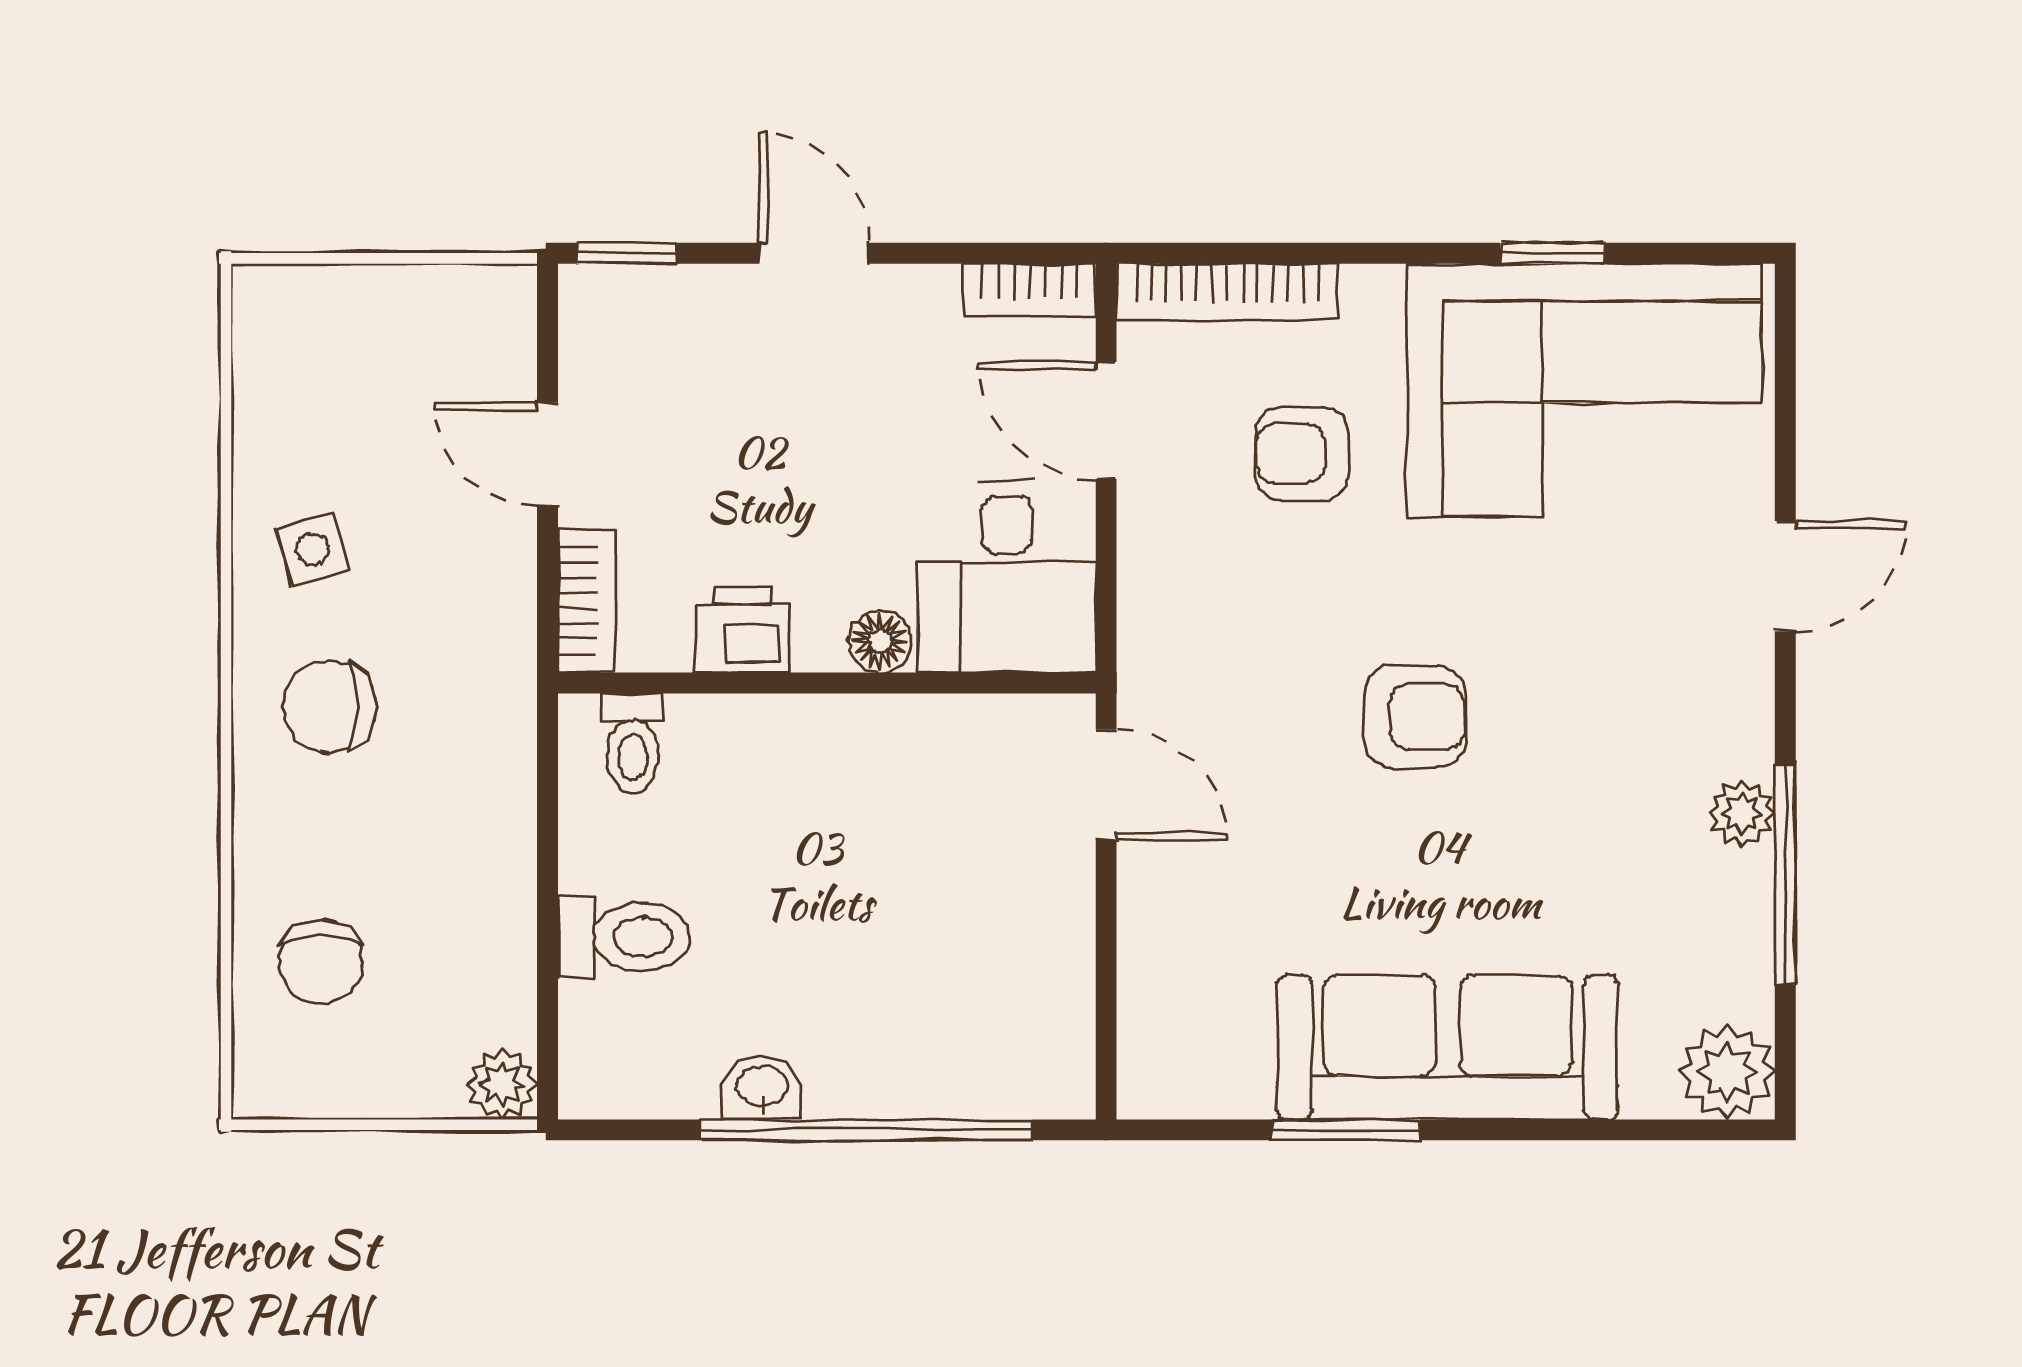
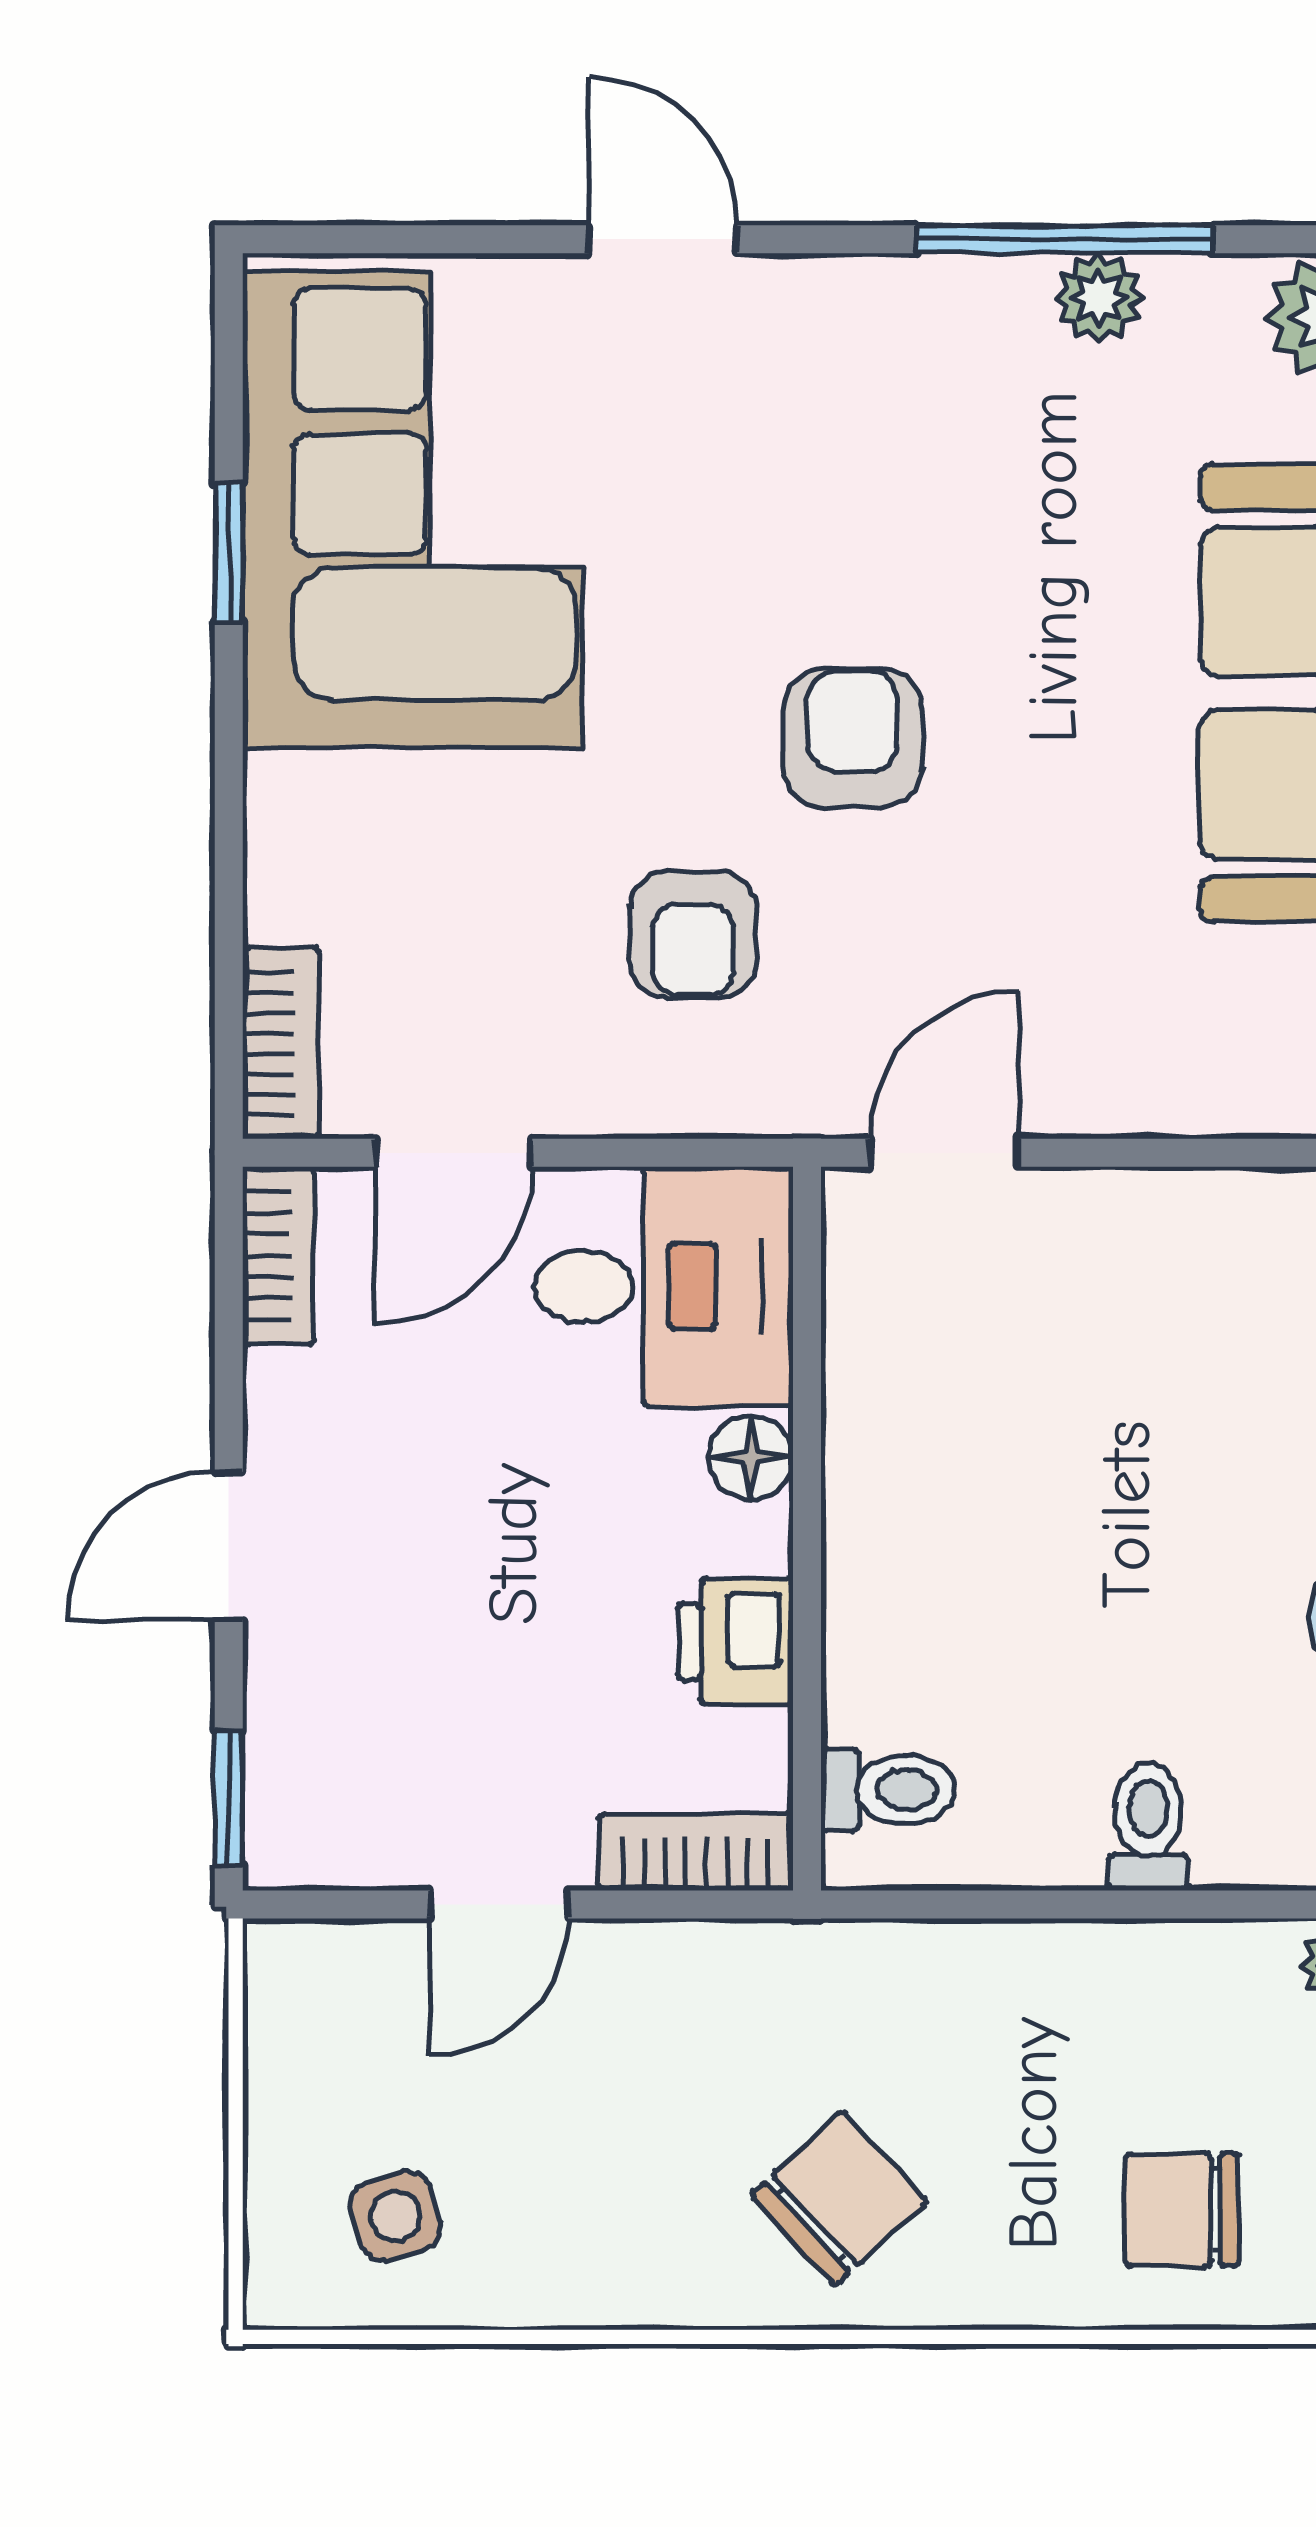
bookcase: (1227, 292) -> (281, 1043), width x0.64
armchair: (1302, 453) -> (693, 935), moved
side table: (313, 549) -> (395, 2216), moved
chair: (329, 707) -> (839, 2198), turned -133
plant: (1742, 813) -> (1099, 298), moved
toilet: (624, 937) -> (1148, 1826), width x0.73, depth x0.72
chair: (320, 962) -> (1182, 2210), turned 180

